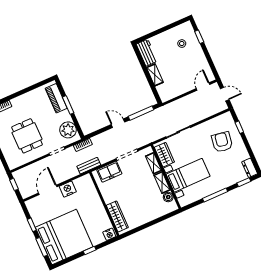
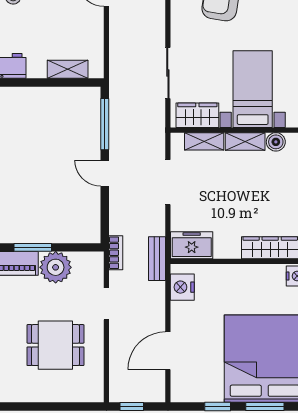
shelving: (155, 75) -> (68, 69), moved
door: (118, 123) -> (105, 173), hinge flipped
plant: (68, 130) -> (56, 267), moved
freezer: (109, 172) -> (192, 245), moved, turned -90
nightstand: (68, 189) -> (182, 287), moved
door: (48, 190) -> (168, 351), hinge flipped

